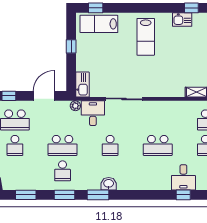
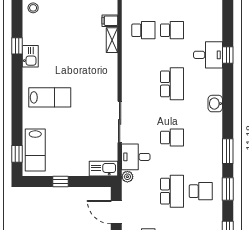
washbasin: (109, 184) -> (215, 104), moved

